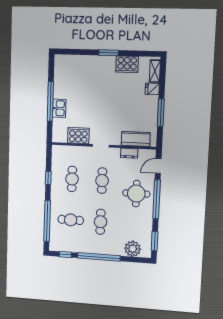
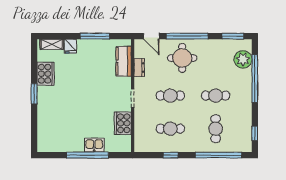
window: (99, 257) -> (255, 78), moved

